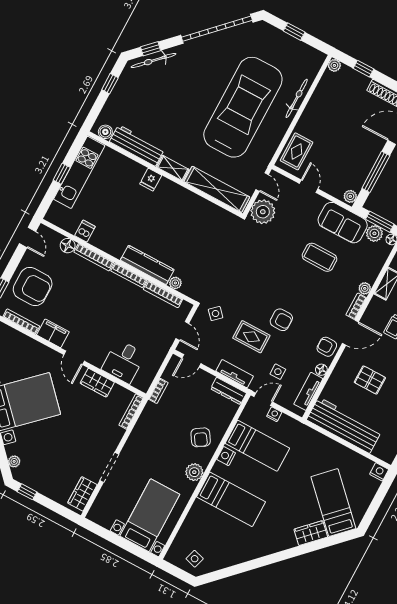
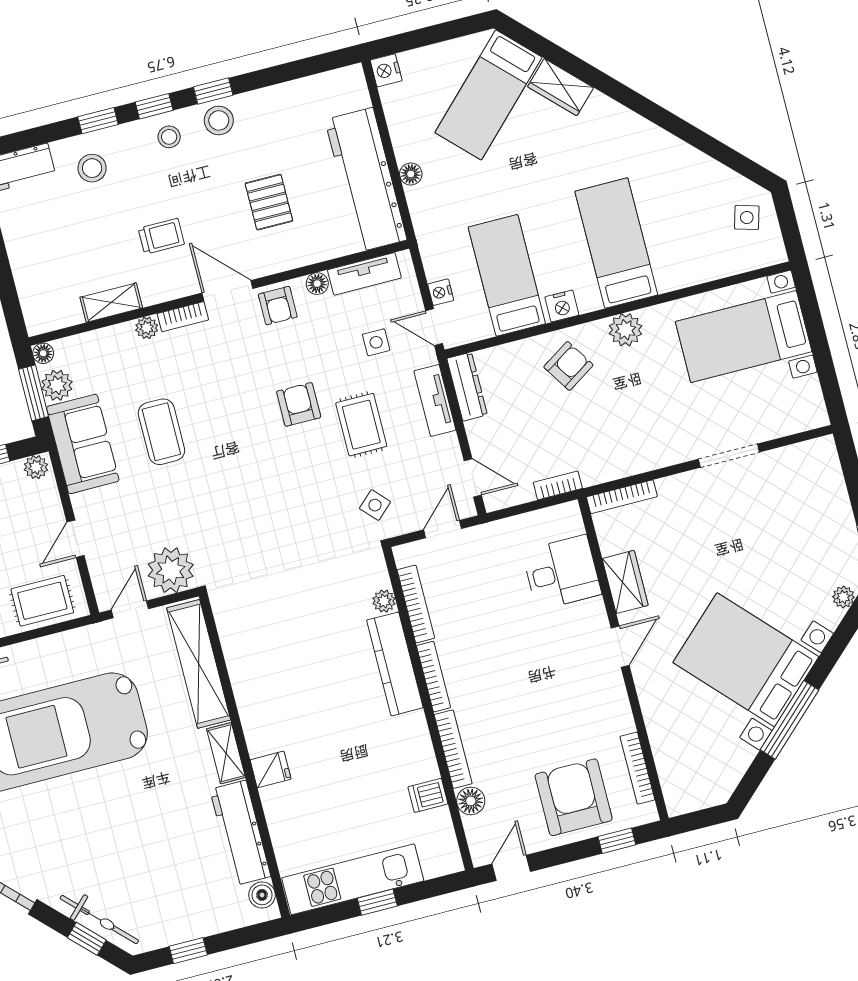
filing cabinet: (53, 333) -> (613, 708), removed
floor lamp: (330, 445) -> (411, 174), added
wardrobe: (82, 494) -> (801, 459), removed

